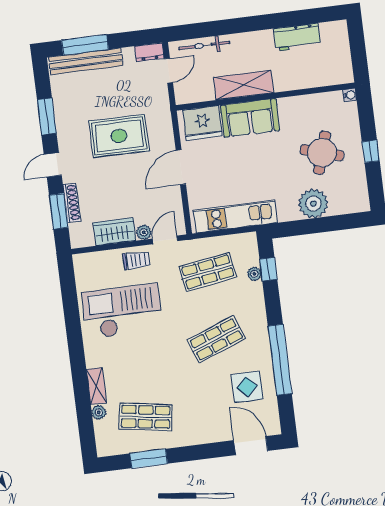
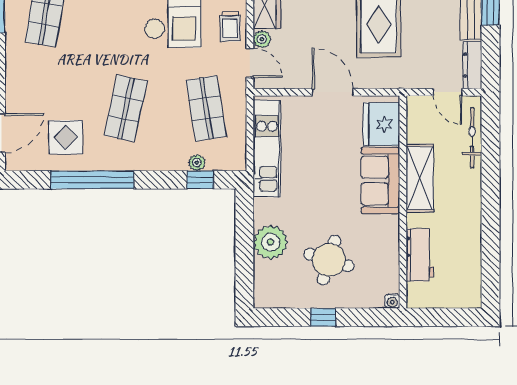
workbench: (297, 37) -> (420, 255), moved, turned 180
dresser: (149, 52) -> (472, 65), width x1.44
shop shelf: (216, 339) -> (126, 108), turned 33

